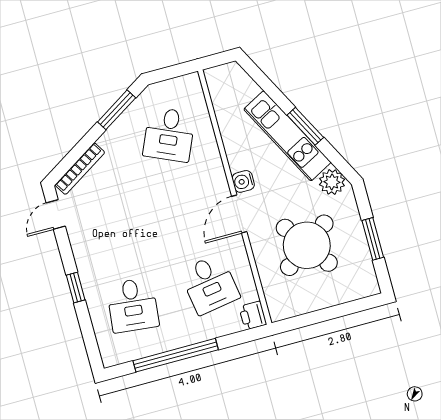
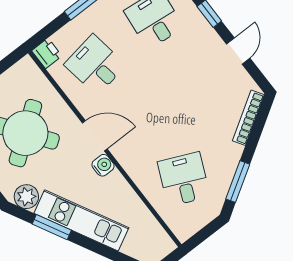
window: (305, 126) -> (52, 227), moved
door: (56, 214) -> (238, 51), moved
door: (239, 214) -> (95, 136), hinge flipped

